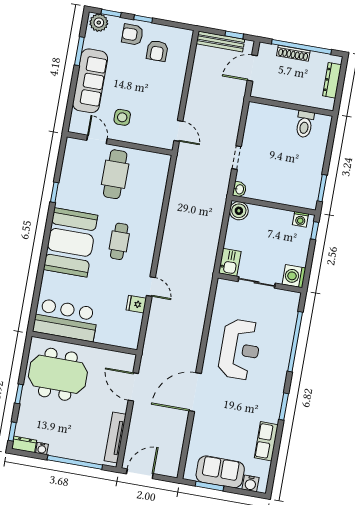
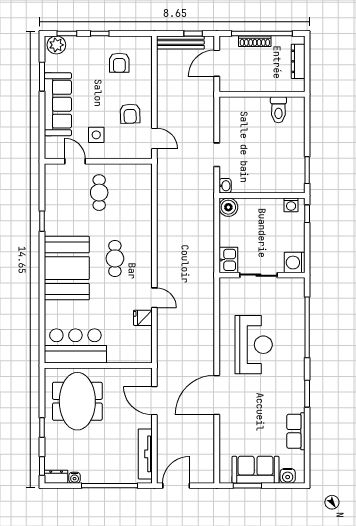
armchair: (132, 34) -> (130, 114), moved, turned -92
cafe table: (115, 174) -> (99, 193), width x0.73, depth x0.74
meeting table: (58, 374) -> (77, 401), turned 90

